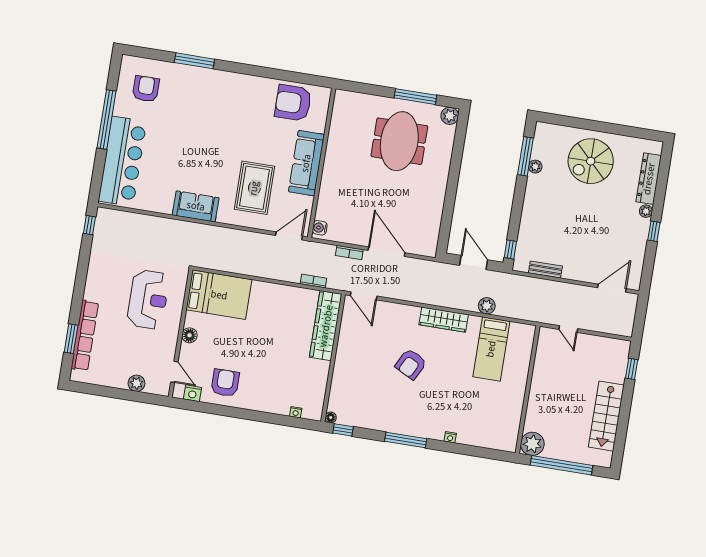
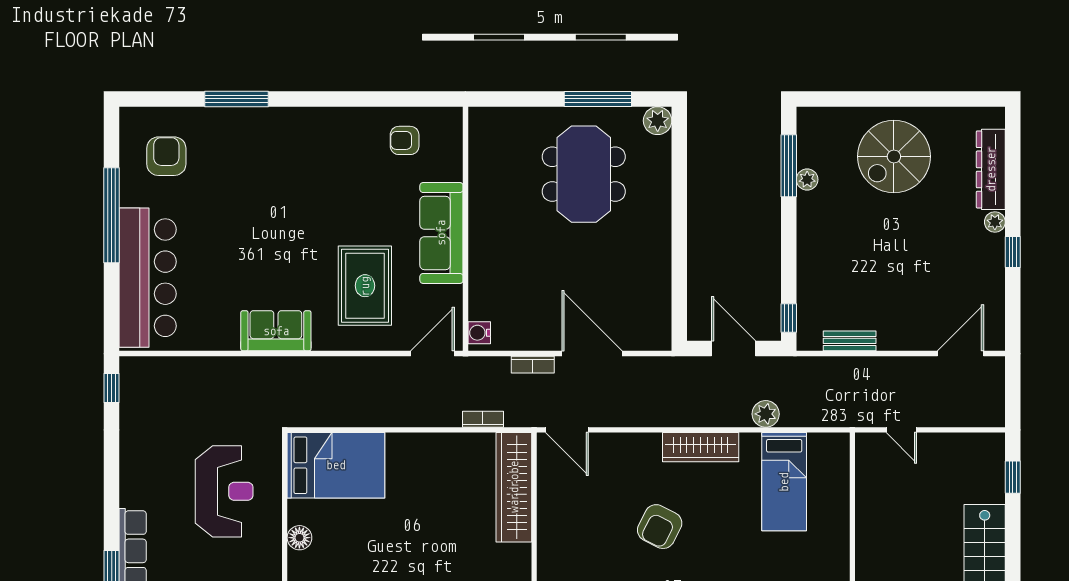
armchair: (293, 103) -> (405, 140), width x0.53, depth x0.53

